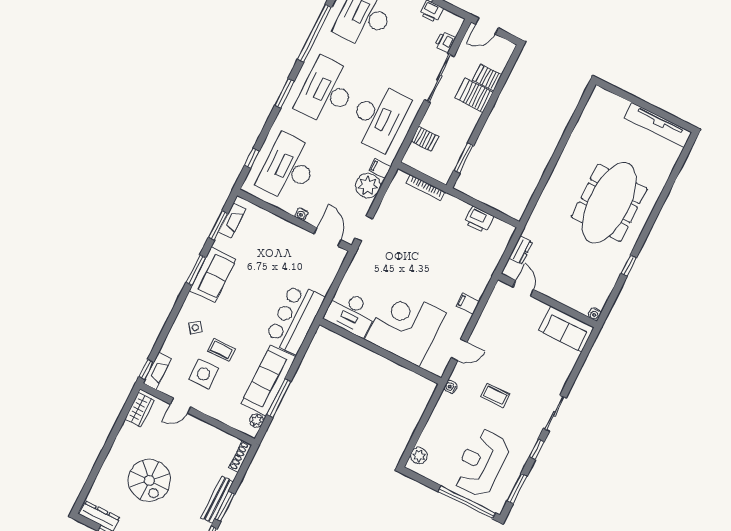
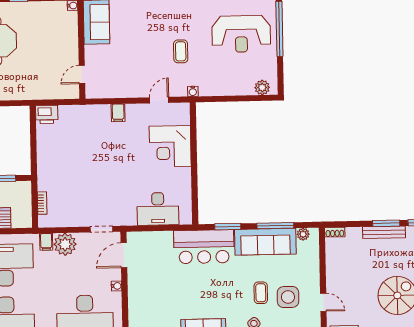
bookcase: (426, 188) -> (42, 203), width x0.64
printer: (479, 220) -> (47, 115), moved, turned 90
dresser: (521, 250) -> (52, 93), removed
desk: (351, 313) -> (158, 209), moved, turned 90
corner desk: (405, 326) -> (170, 146), width x0.74, depth x0.74
door: (459, 350) -> (159, 100), hinge flipped
window: (302, 352) -> (228, 227), added
shoe rack: (240, 456) -> (335, 232), width x0.70

